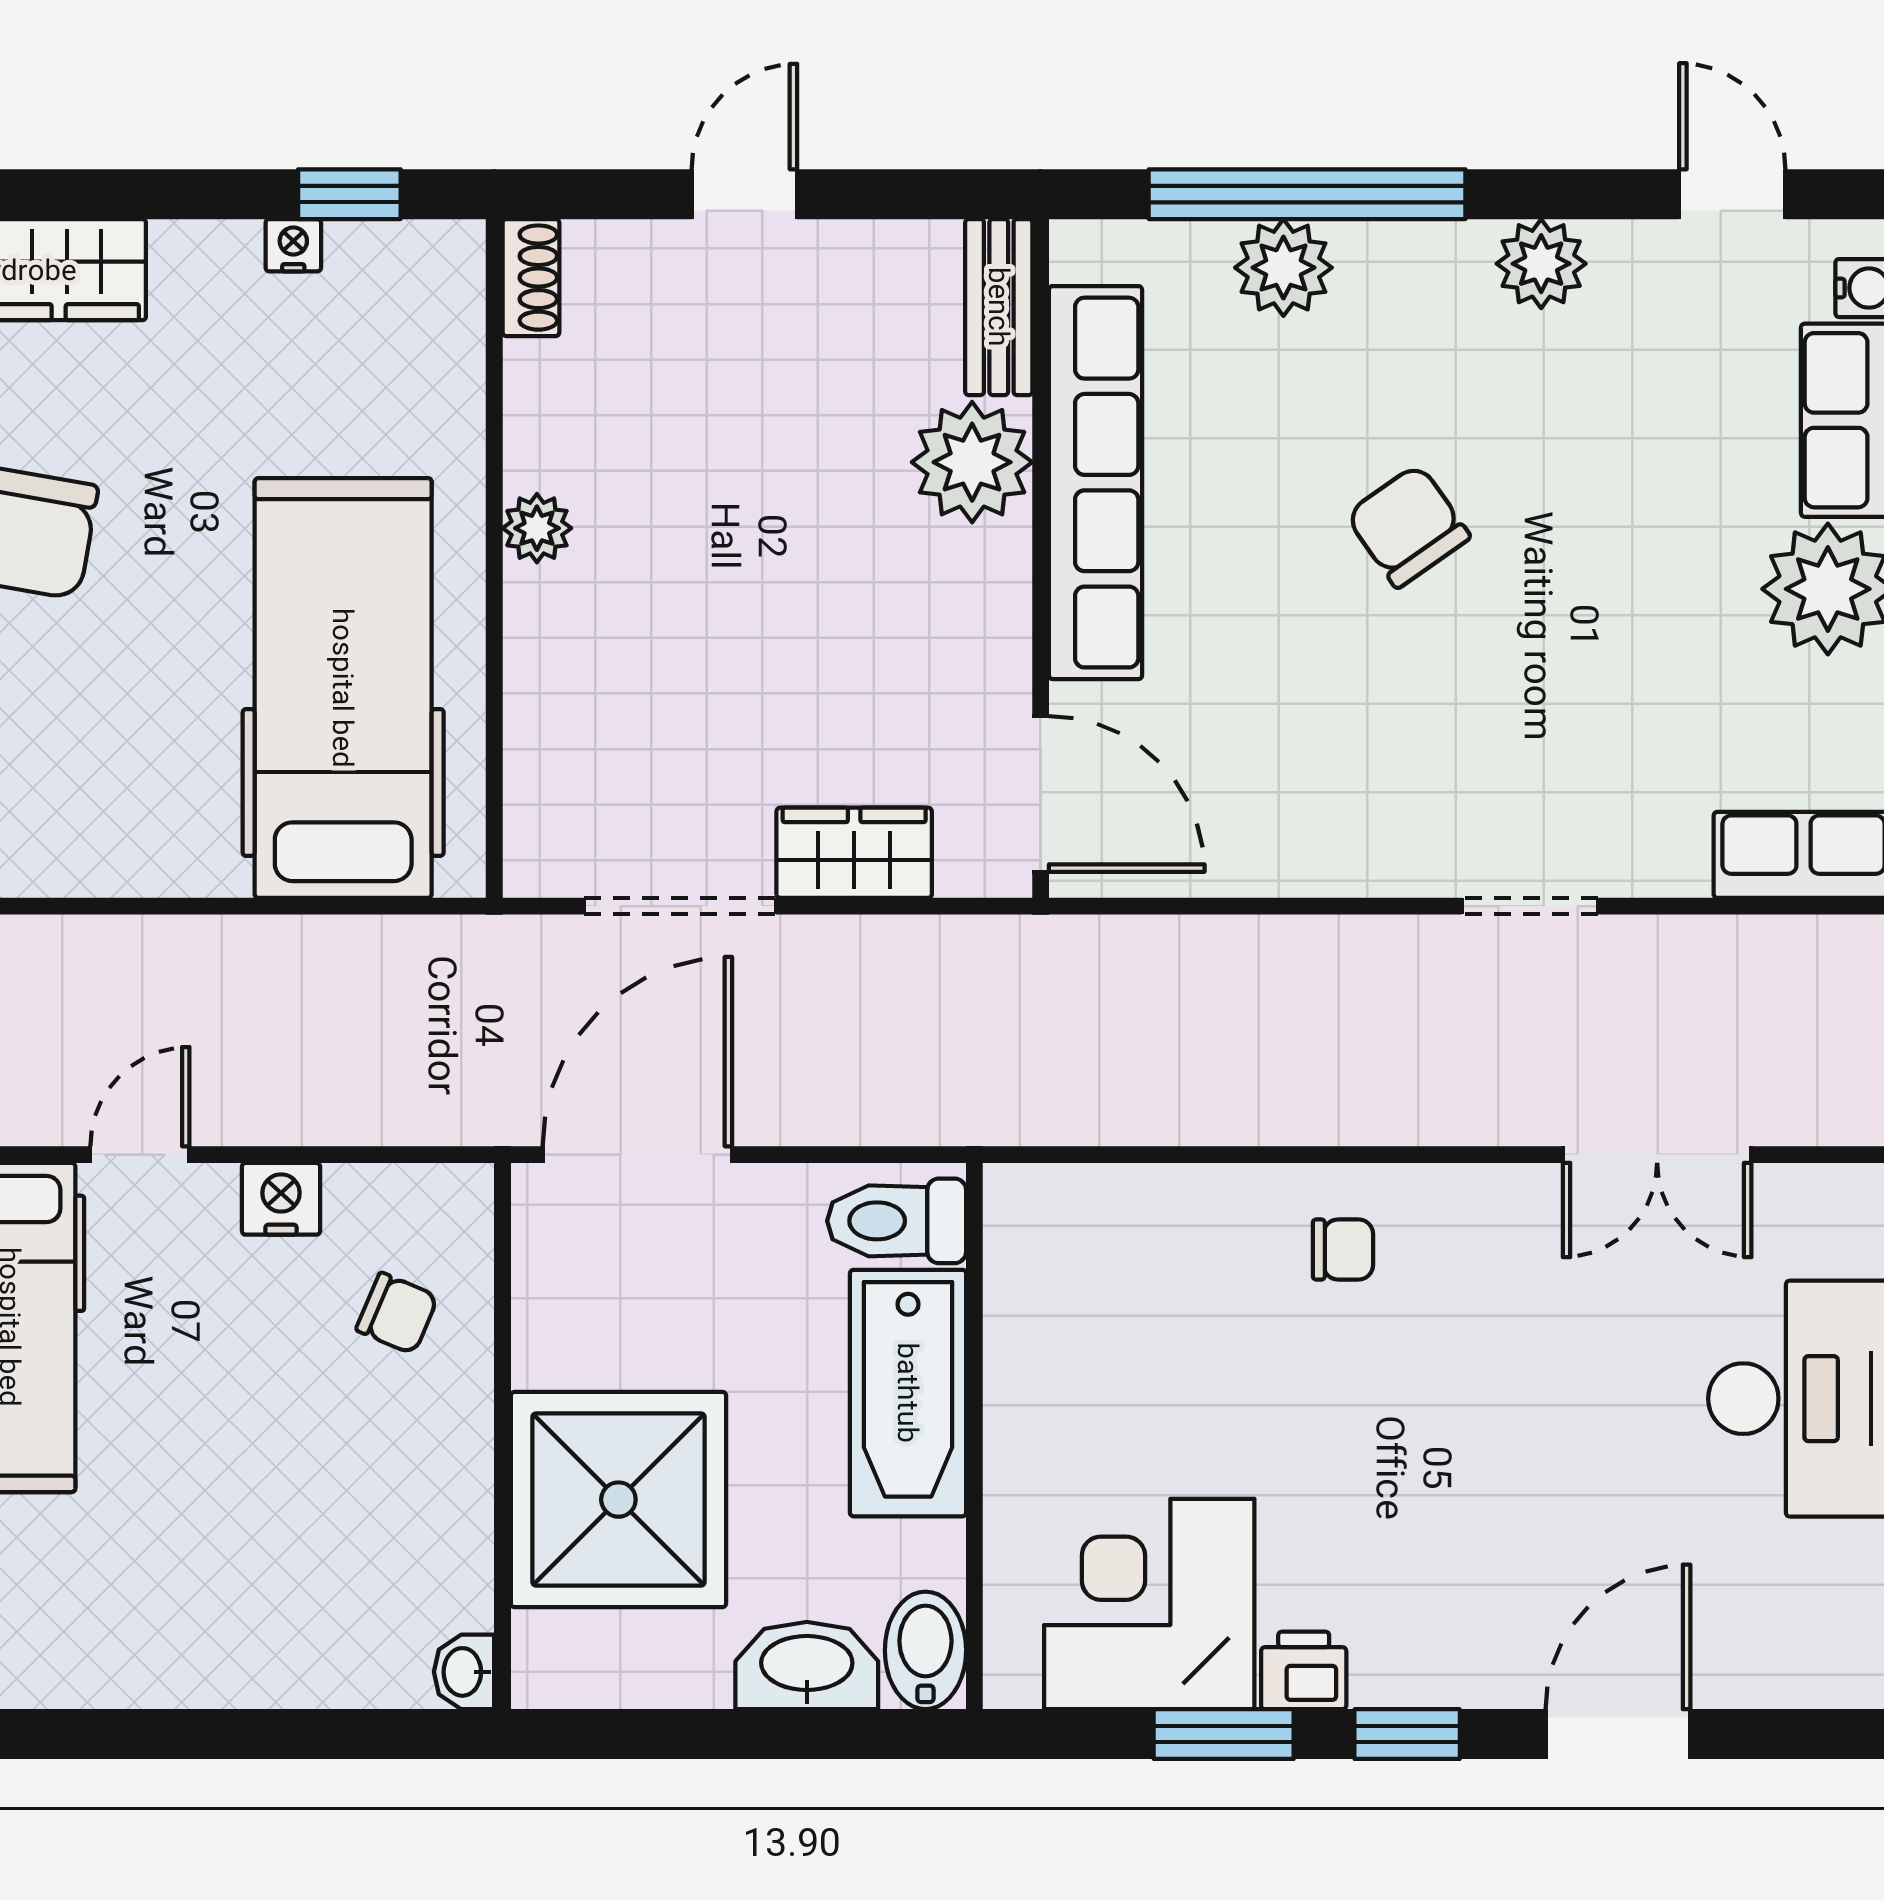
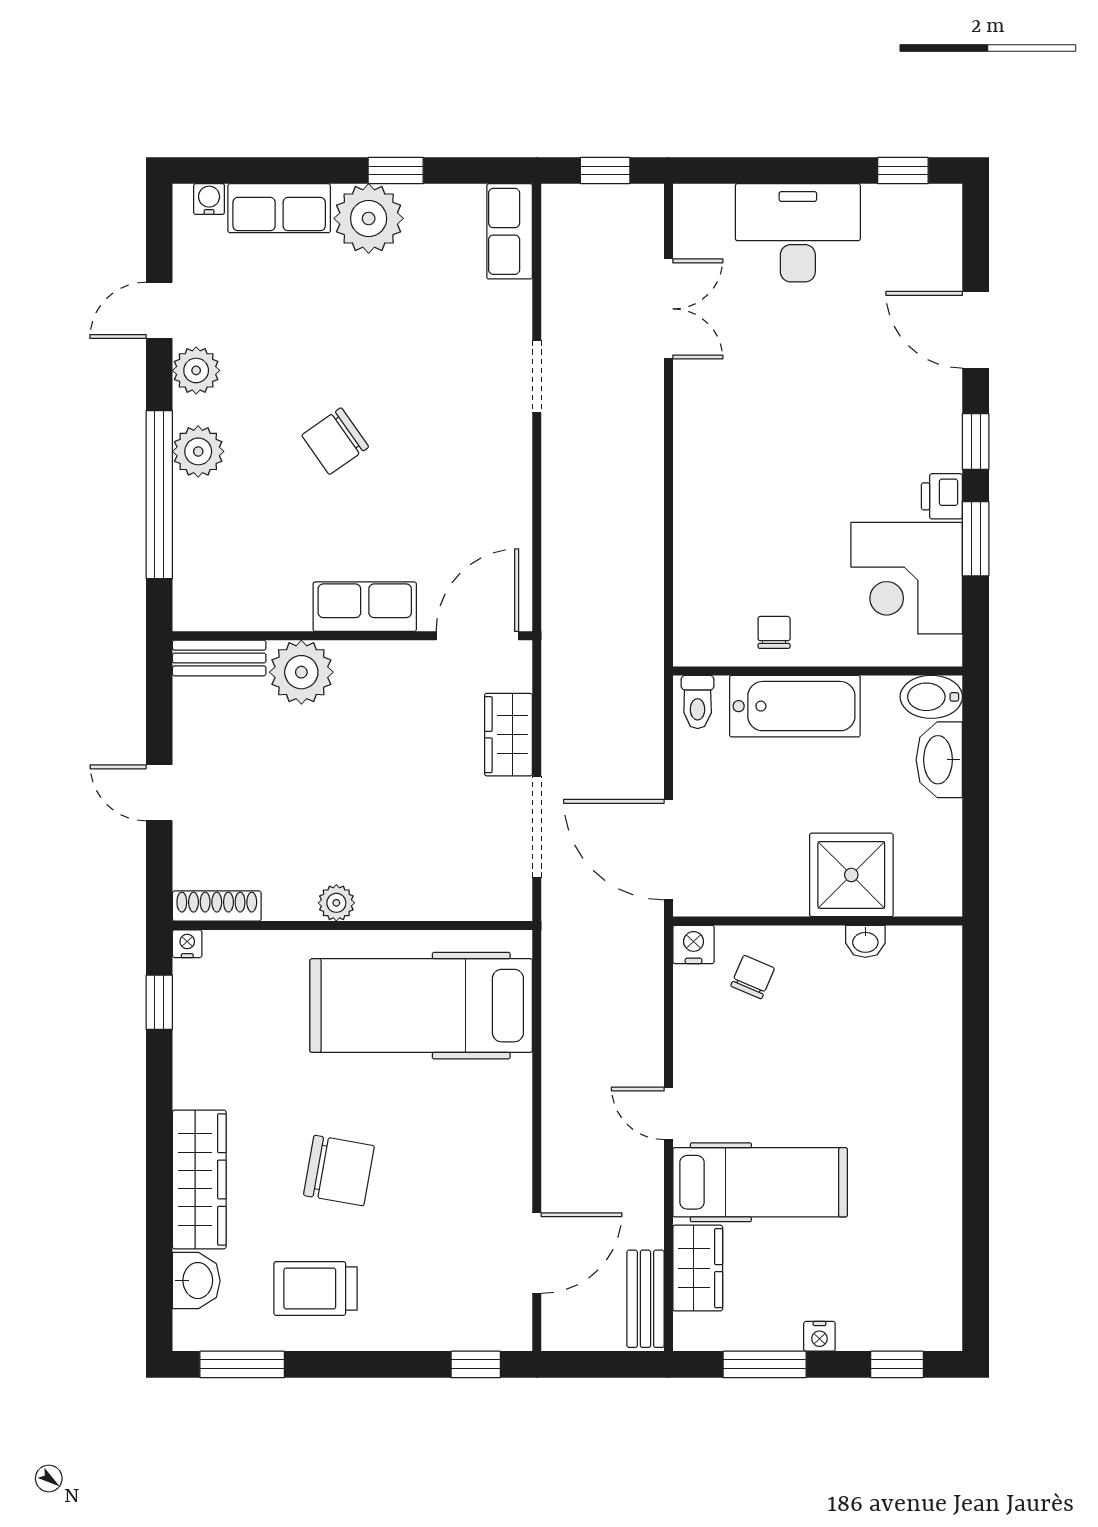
door: (1732, 194) -> (159, 310), moved
nightstand: (293, 245) -> (187, 944), moved, turned 90
plant: (1283, 268) -> (198, 451), moved
shoe rack: (531, 278) -> (217, 906), width x1.43
row of seats: (1096, 483) -> (365, 607), width x0.50
nightstand: (281, 1199) -> (694, 945), moved, turned 90
toilet: (897, 1221) -> (698, 702), width x0.73, depth x0.72
chair: (1343, 1249) -> (774, 632), moved
shower: (618, 1500) -> (851, 875), width x0.73, depth x0.73
washbasin: (464, 1672) -> (865, 941), moved

